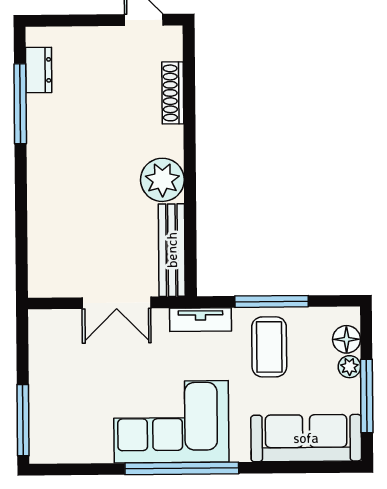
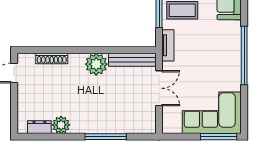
window: (20, 104) -> (106, 137), moved
plant: (43, 112) -> (61, 125), added
corner sofa: (171, 422) -> (212, 113), moved, turned 90

